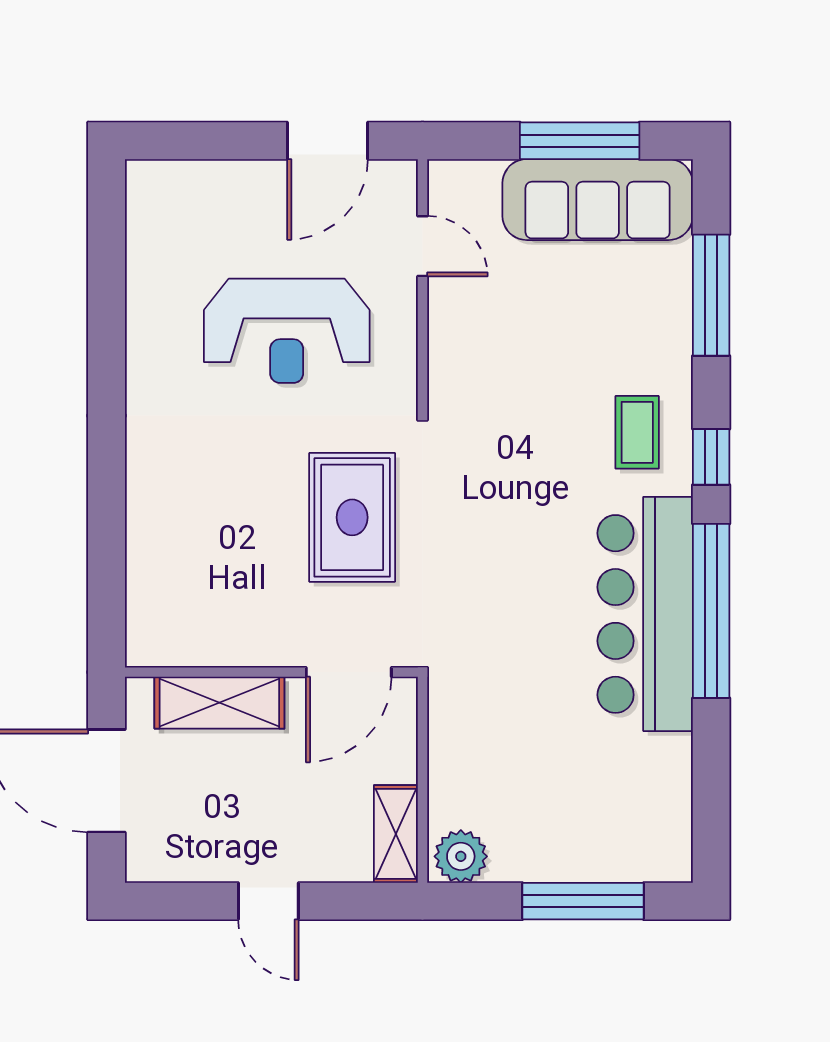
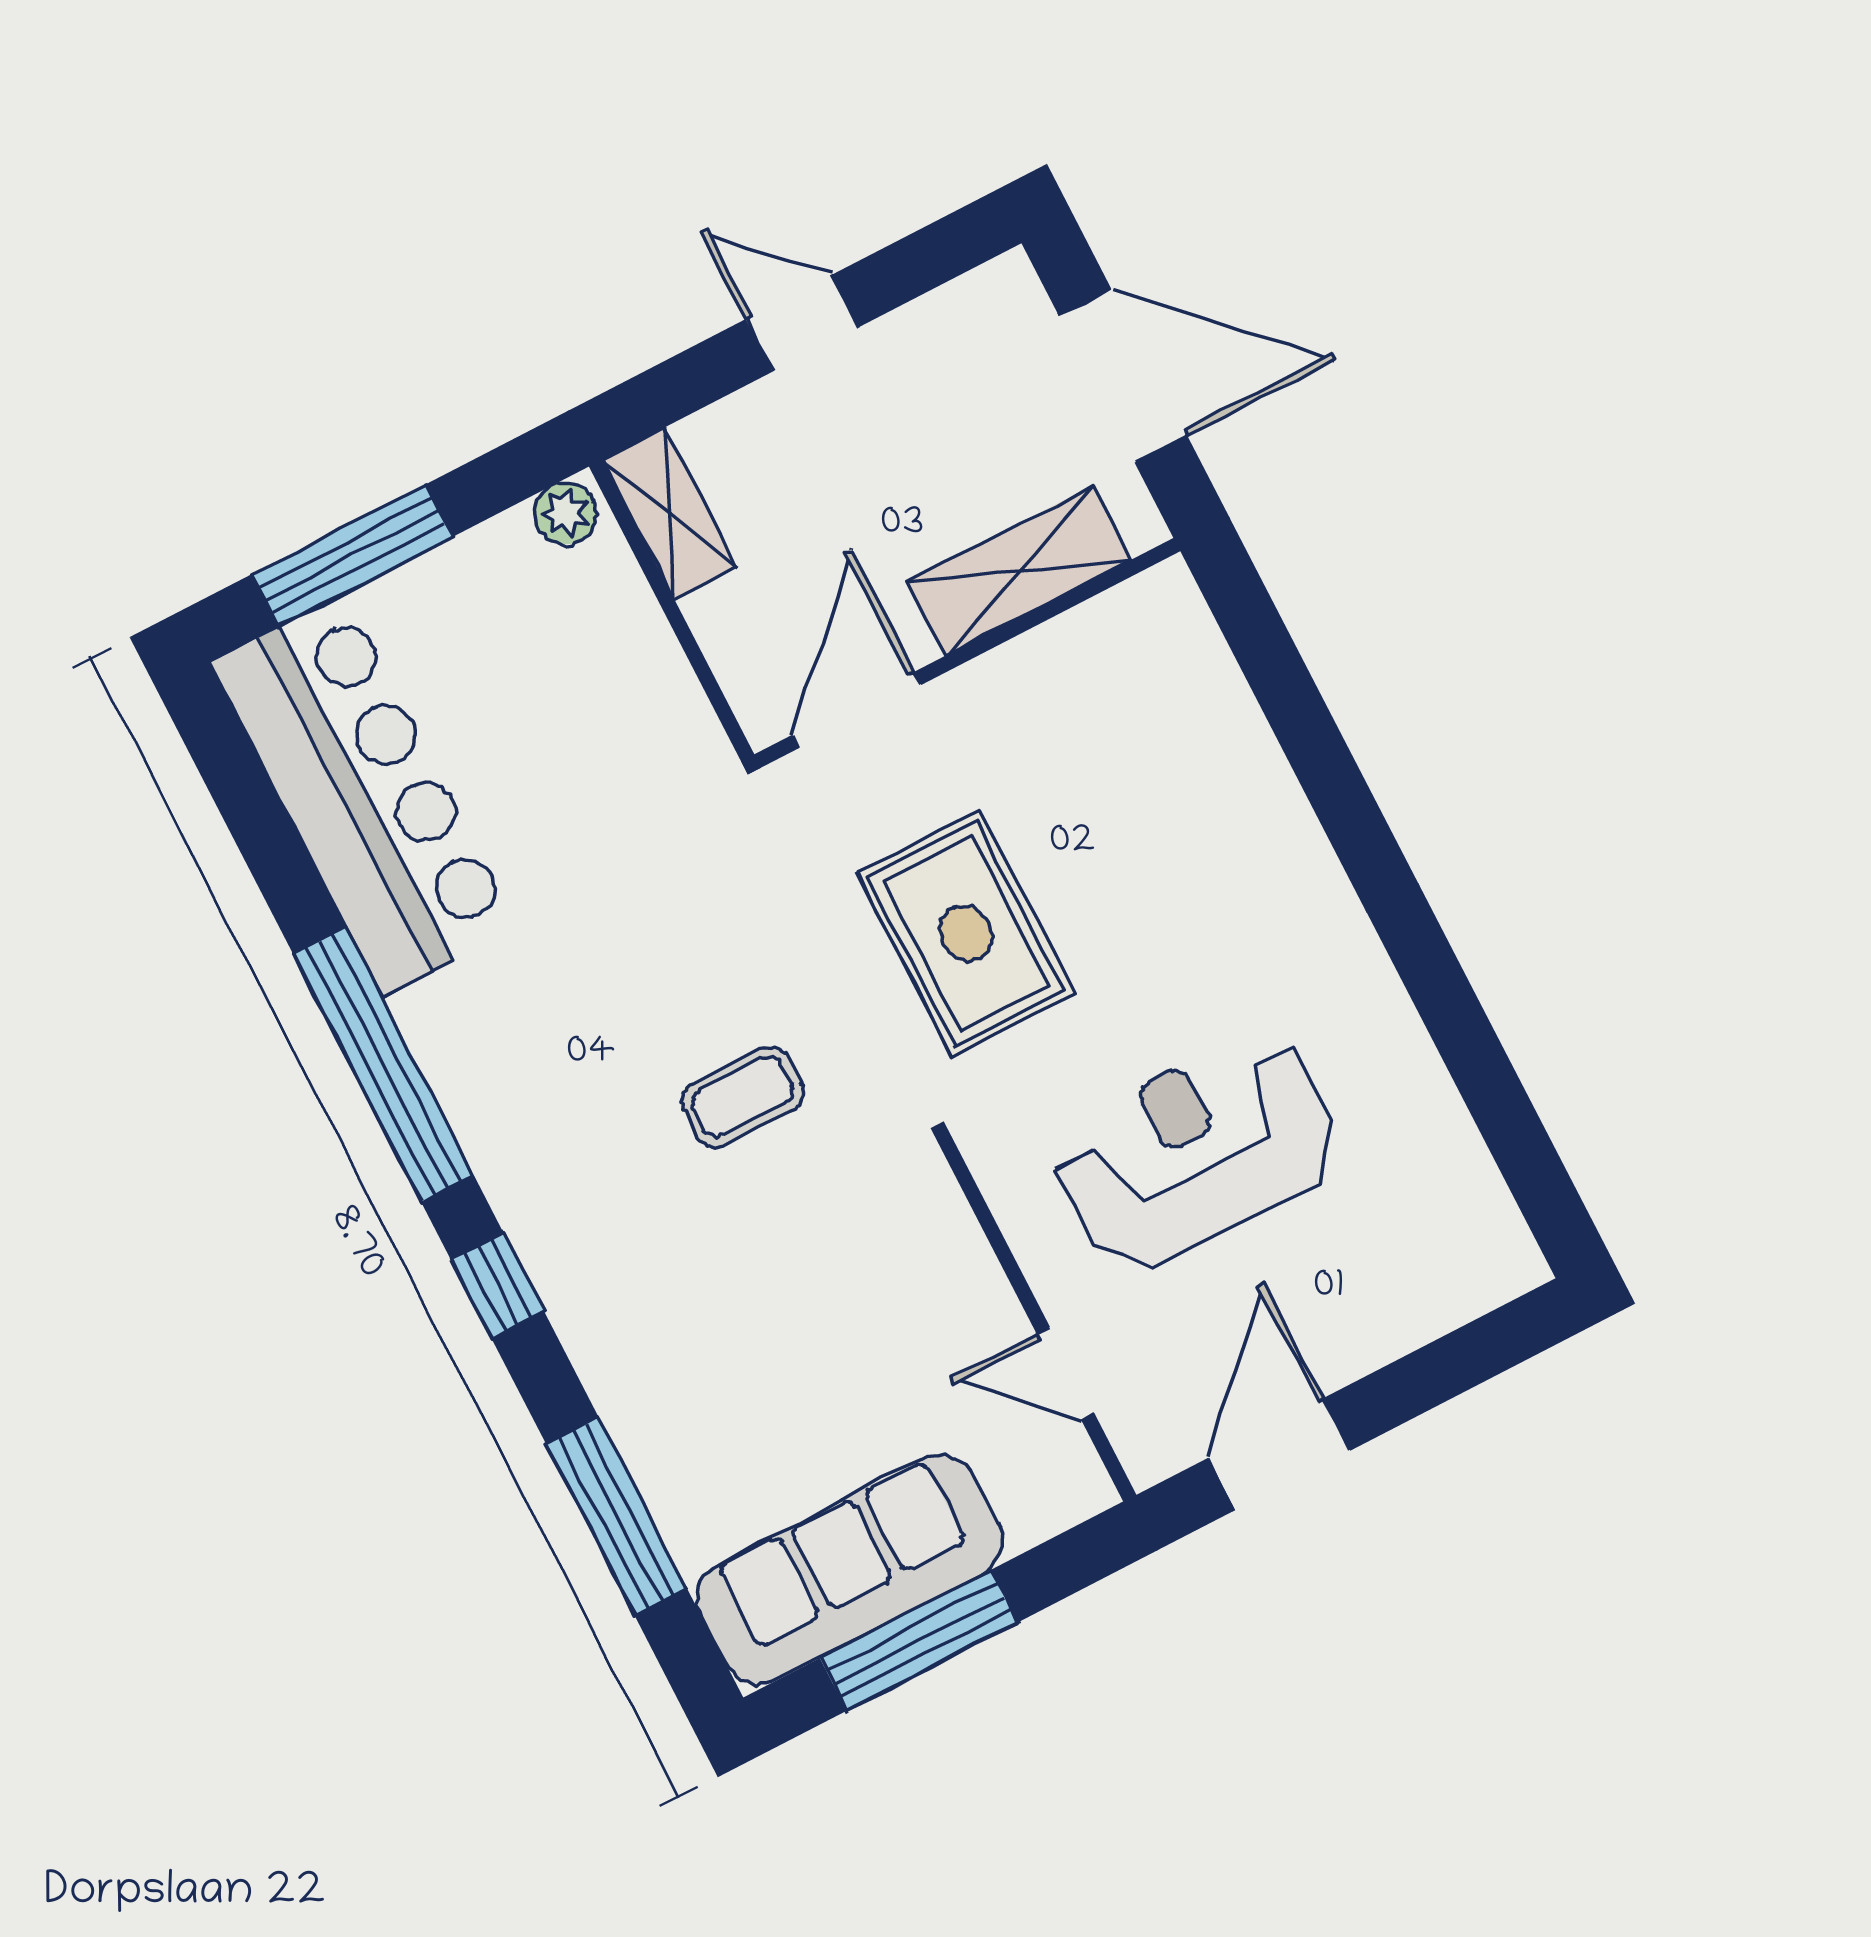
coffee table: (637, 432) -> (743, 1097), moved, turned 90
bar counter: (645, 614) -> (364, 795), moved
plant: (461, 856) -> (565, 513), width x0.73, depth x0.73

